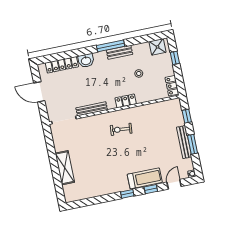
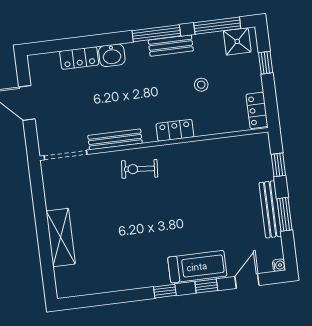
window: (145, 39) -> (217, 26), added
locker: (62, 65) -> (79, 58), width x0.66
exercise bike: (121, 129) -> (140, 169), moved

